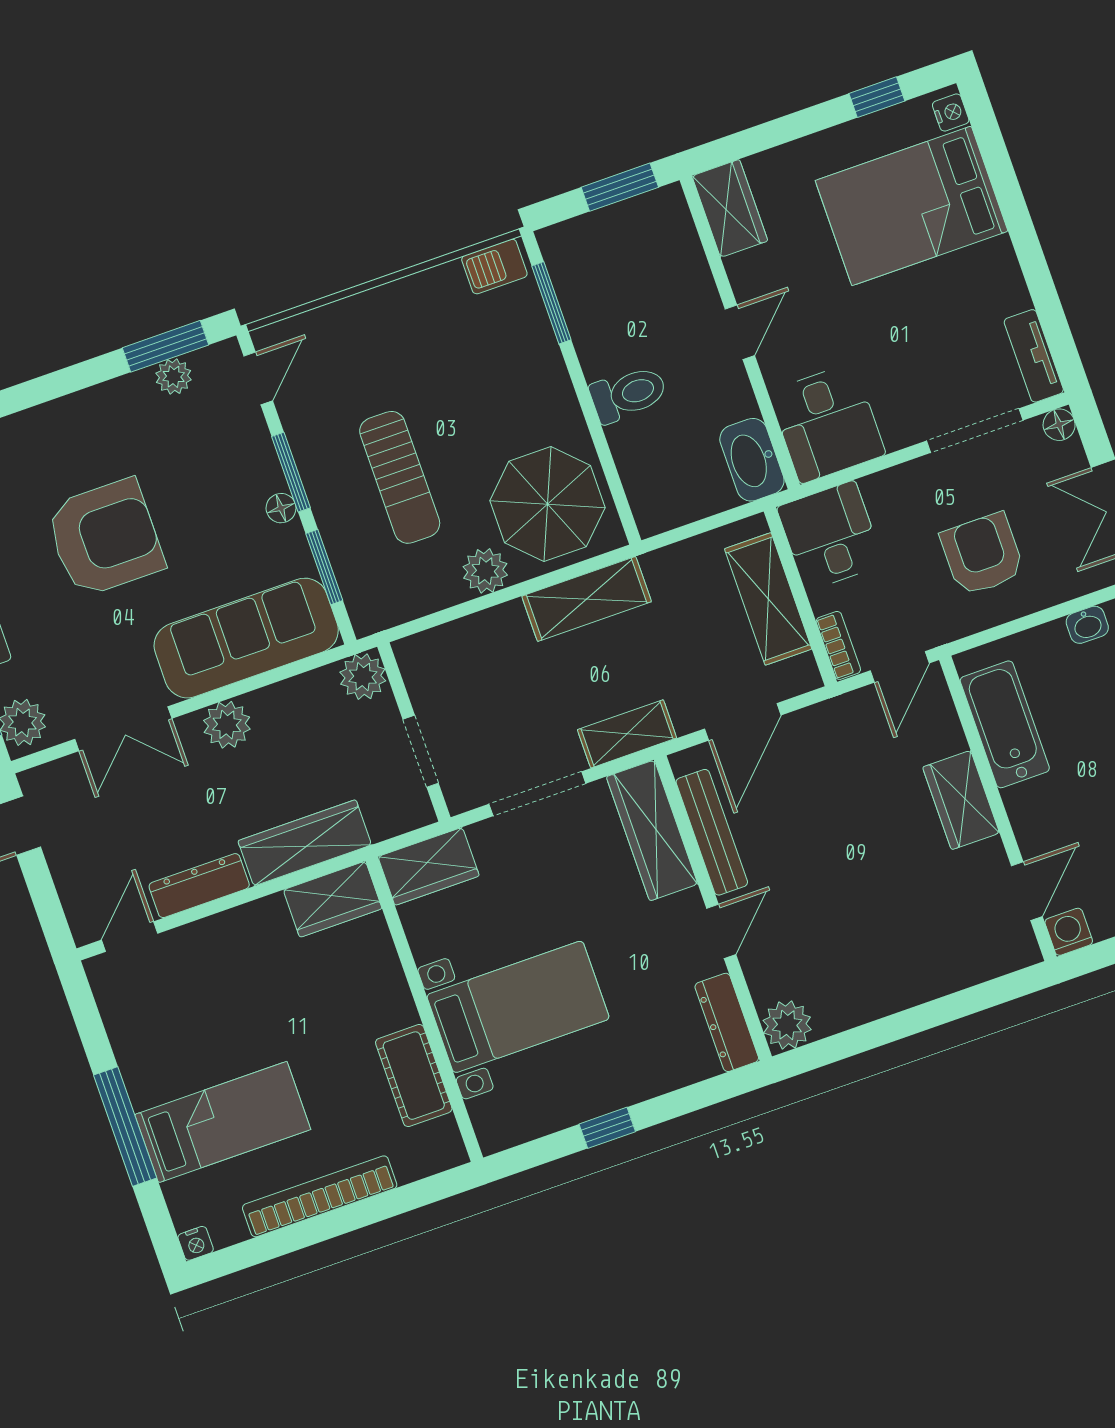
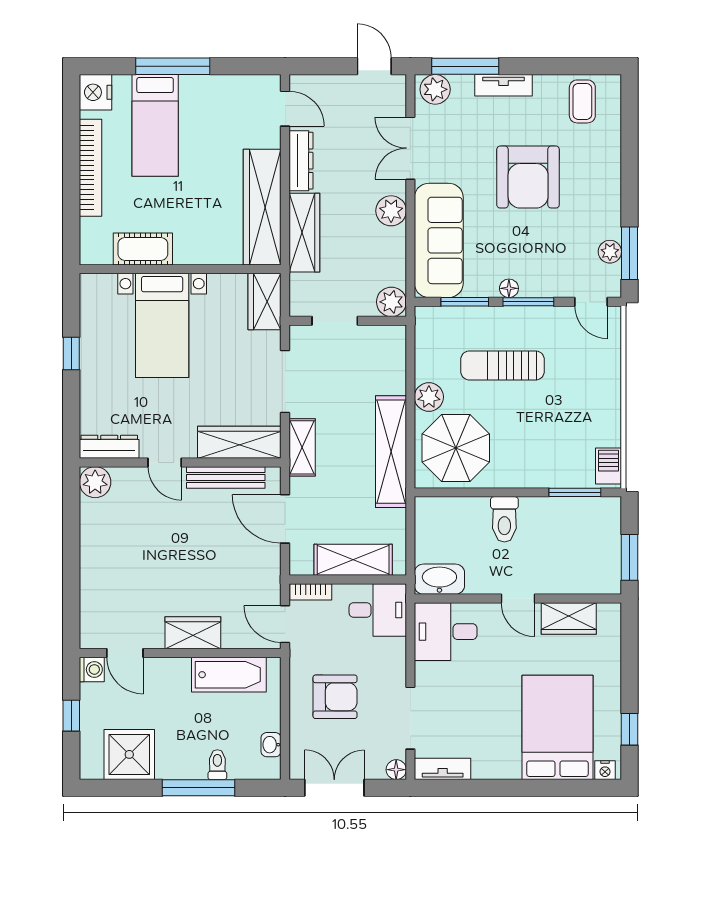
wardrobe: (730, 208) -> (569, 619), moved
shelving: (587, 599) -> (391, 452), width x1.47
wardrobe: (333, 899) -> (262, 207), width x2.10, depth x1.17
nightstand: (196, 1243) -> (96, 92), width x1.89, depth x1.79

